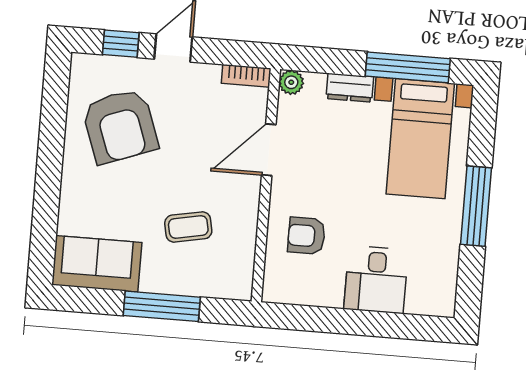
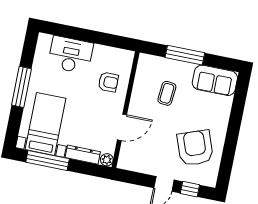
bookcase: (246, 76) -> (129, 166), removed
dresser: (350, 88) -> (83, 155), width x1.44
coffee table: (188, 227) -> (167, 93), turned -74
desk: (376, 280) -> (70, 55), width x1.37

